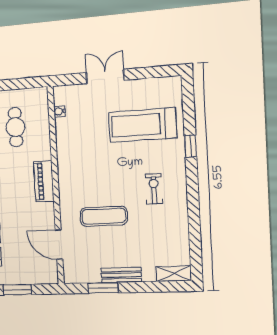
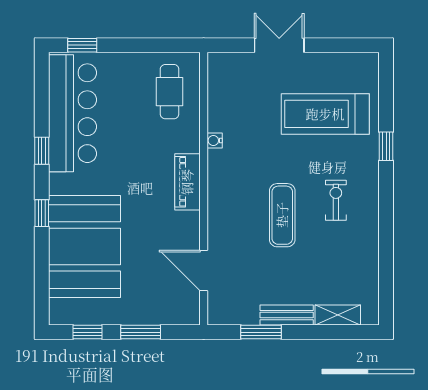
water cooler: (59, 111) -> (215, 140), moved
cafe table: (16, 127) -> (170, 92), moved
exercise mat: (104, 216) -> (282, 215), moved, turned 90
shelving: (174, 274) -> (338, 315), moved

